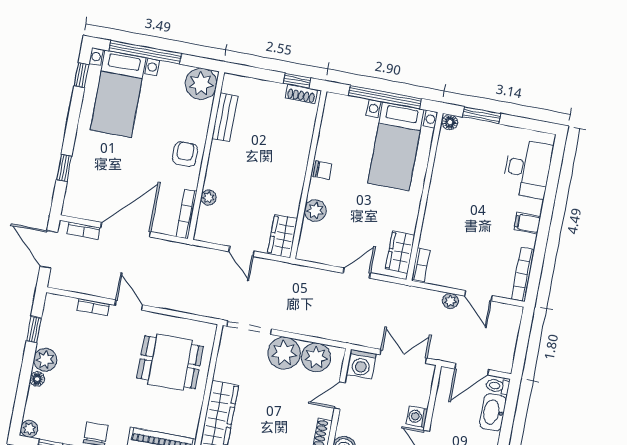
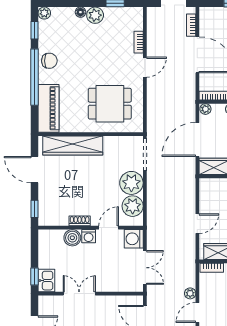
plant: (202, 233) -> (205, 109), added
door: (242, 251) -> (197, 139), width x1.87
door: (357, 273) -> (197, 224), hinge flipped
dining table: (170, 362) -> (110, 104), turned 90
door: (340, 396) -> (109, 228), hinge flipped
washing machine: (417, 417) -> (89, 236), moved, turned 180

